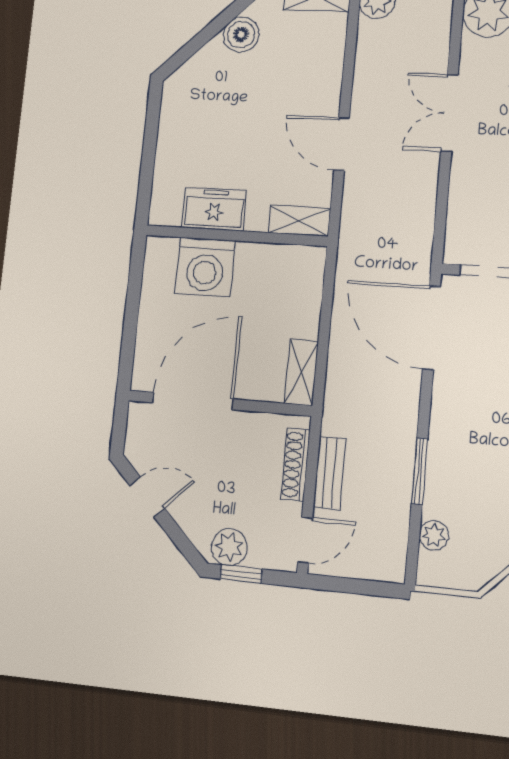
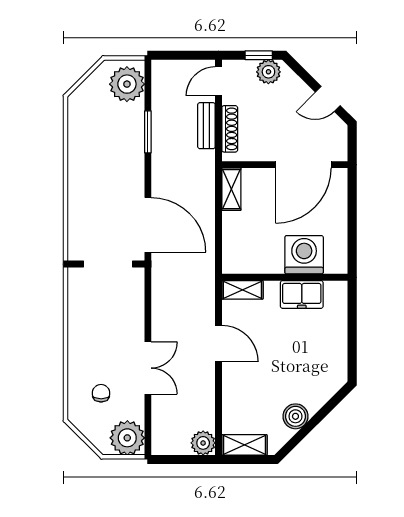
plant: (434, 535) -> (127, 84), width x1.88, depth x1.88

